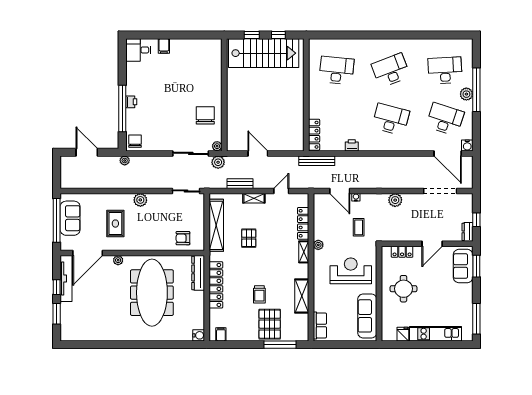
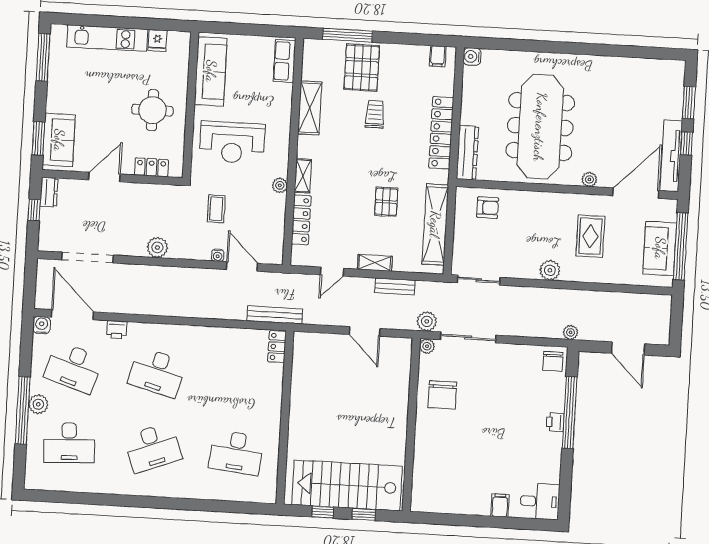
locker: (314, 135) -> (277, 347), width x0.66
printer: (352, 145) -> (117, 330), moved

